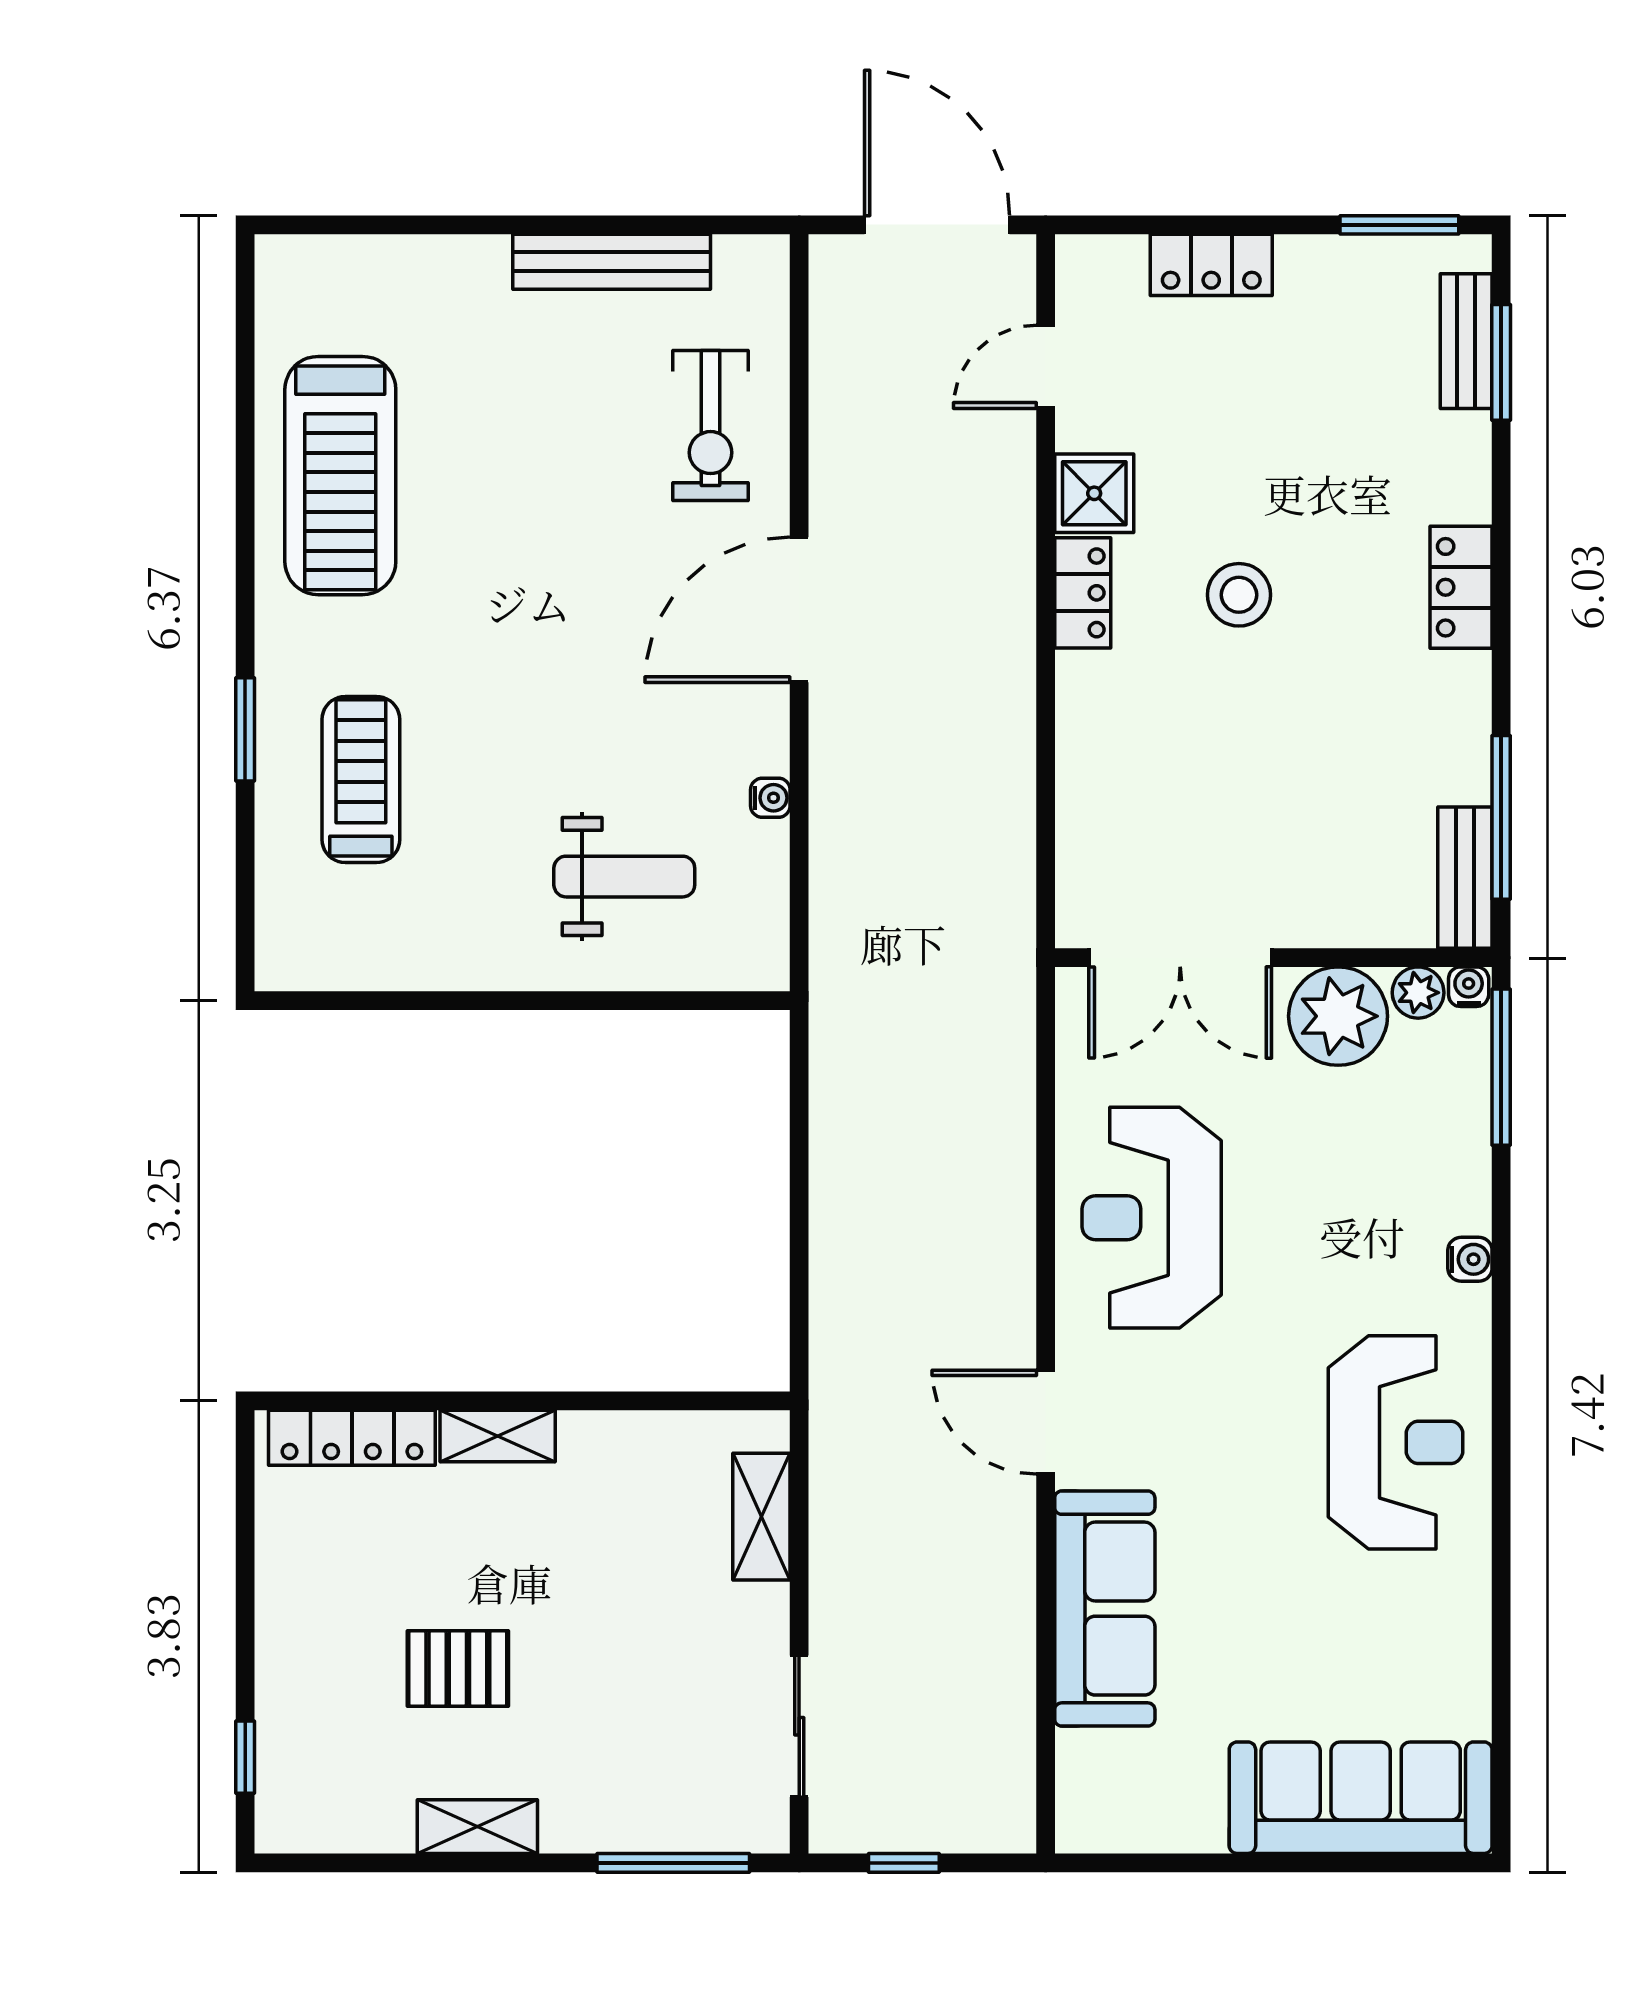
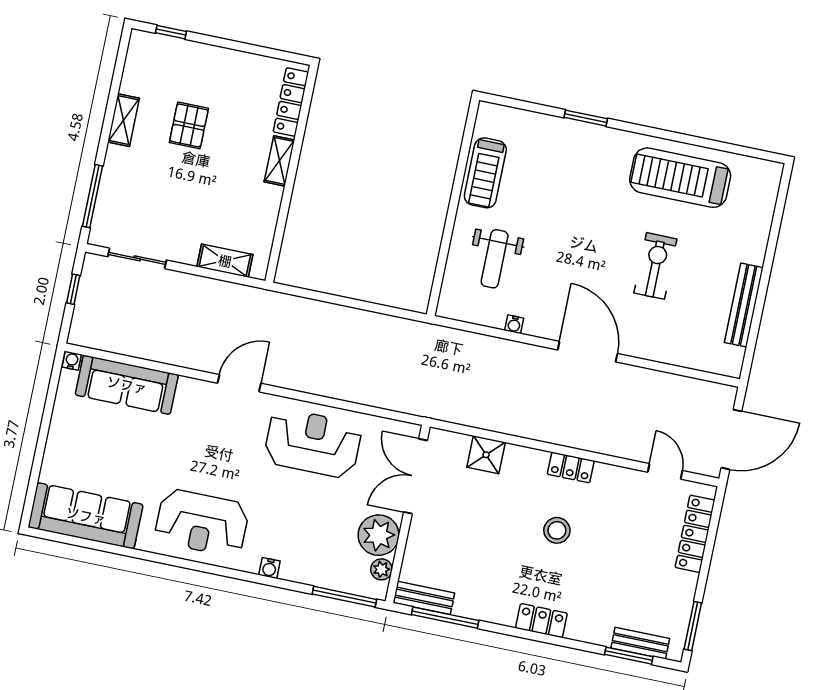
locker: (1211, 265) -> (695, 534), width x1.53
exercise bike: (711, 425) -> (655, 266), moved, turned 90
shower: (1094, 493) -> (486, 455), moved
treadmill: (361, 779) -> (485, 173), moved, turned 90
water cooler: (1469, 987) -> (72, 361), moved, turned -90
sofa: (1105, 1609) -> (127, 385), moved
sofa: (1361, 1798) -> (86, 516), moved, turned -90

